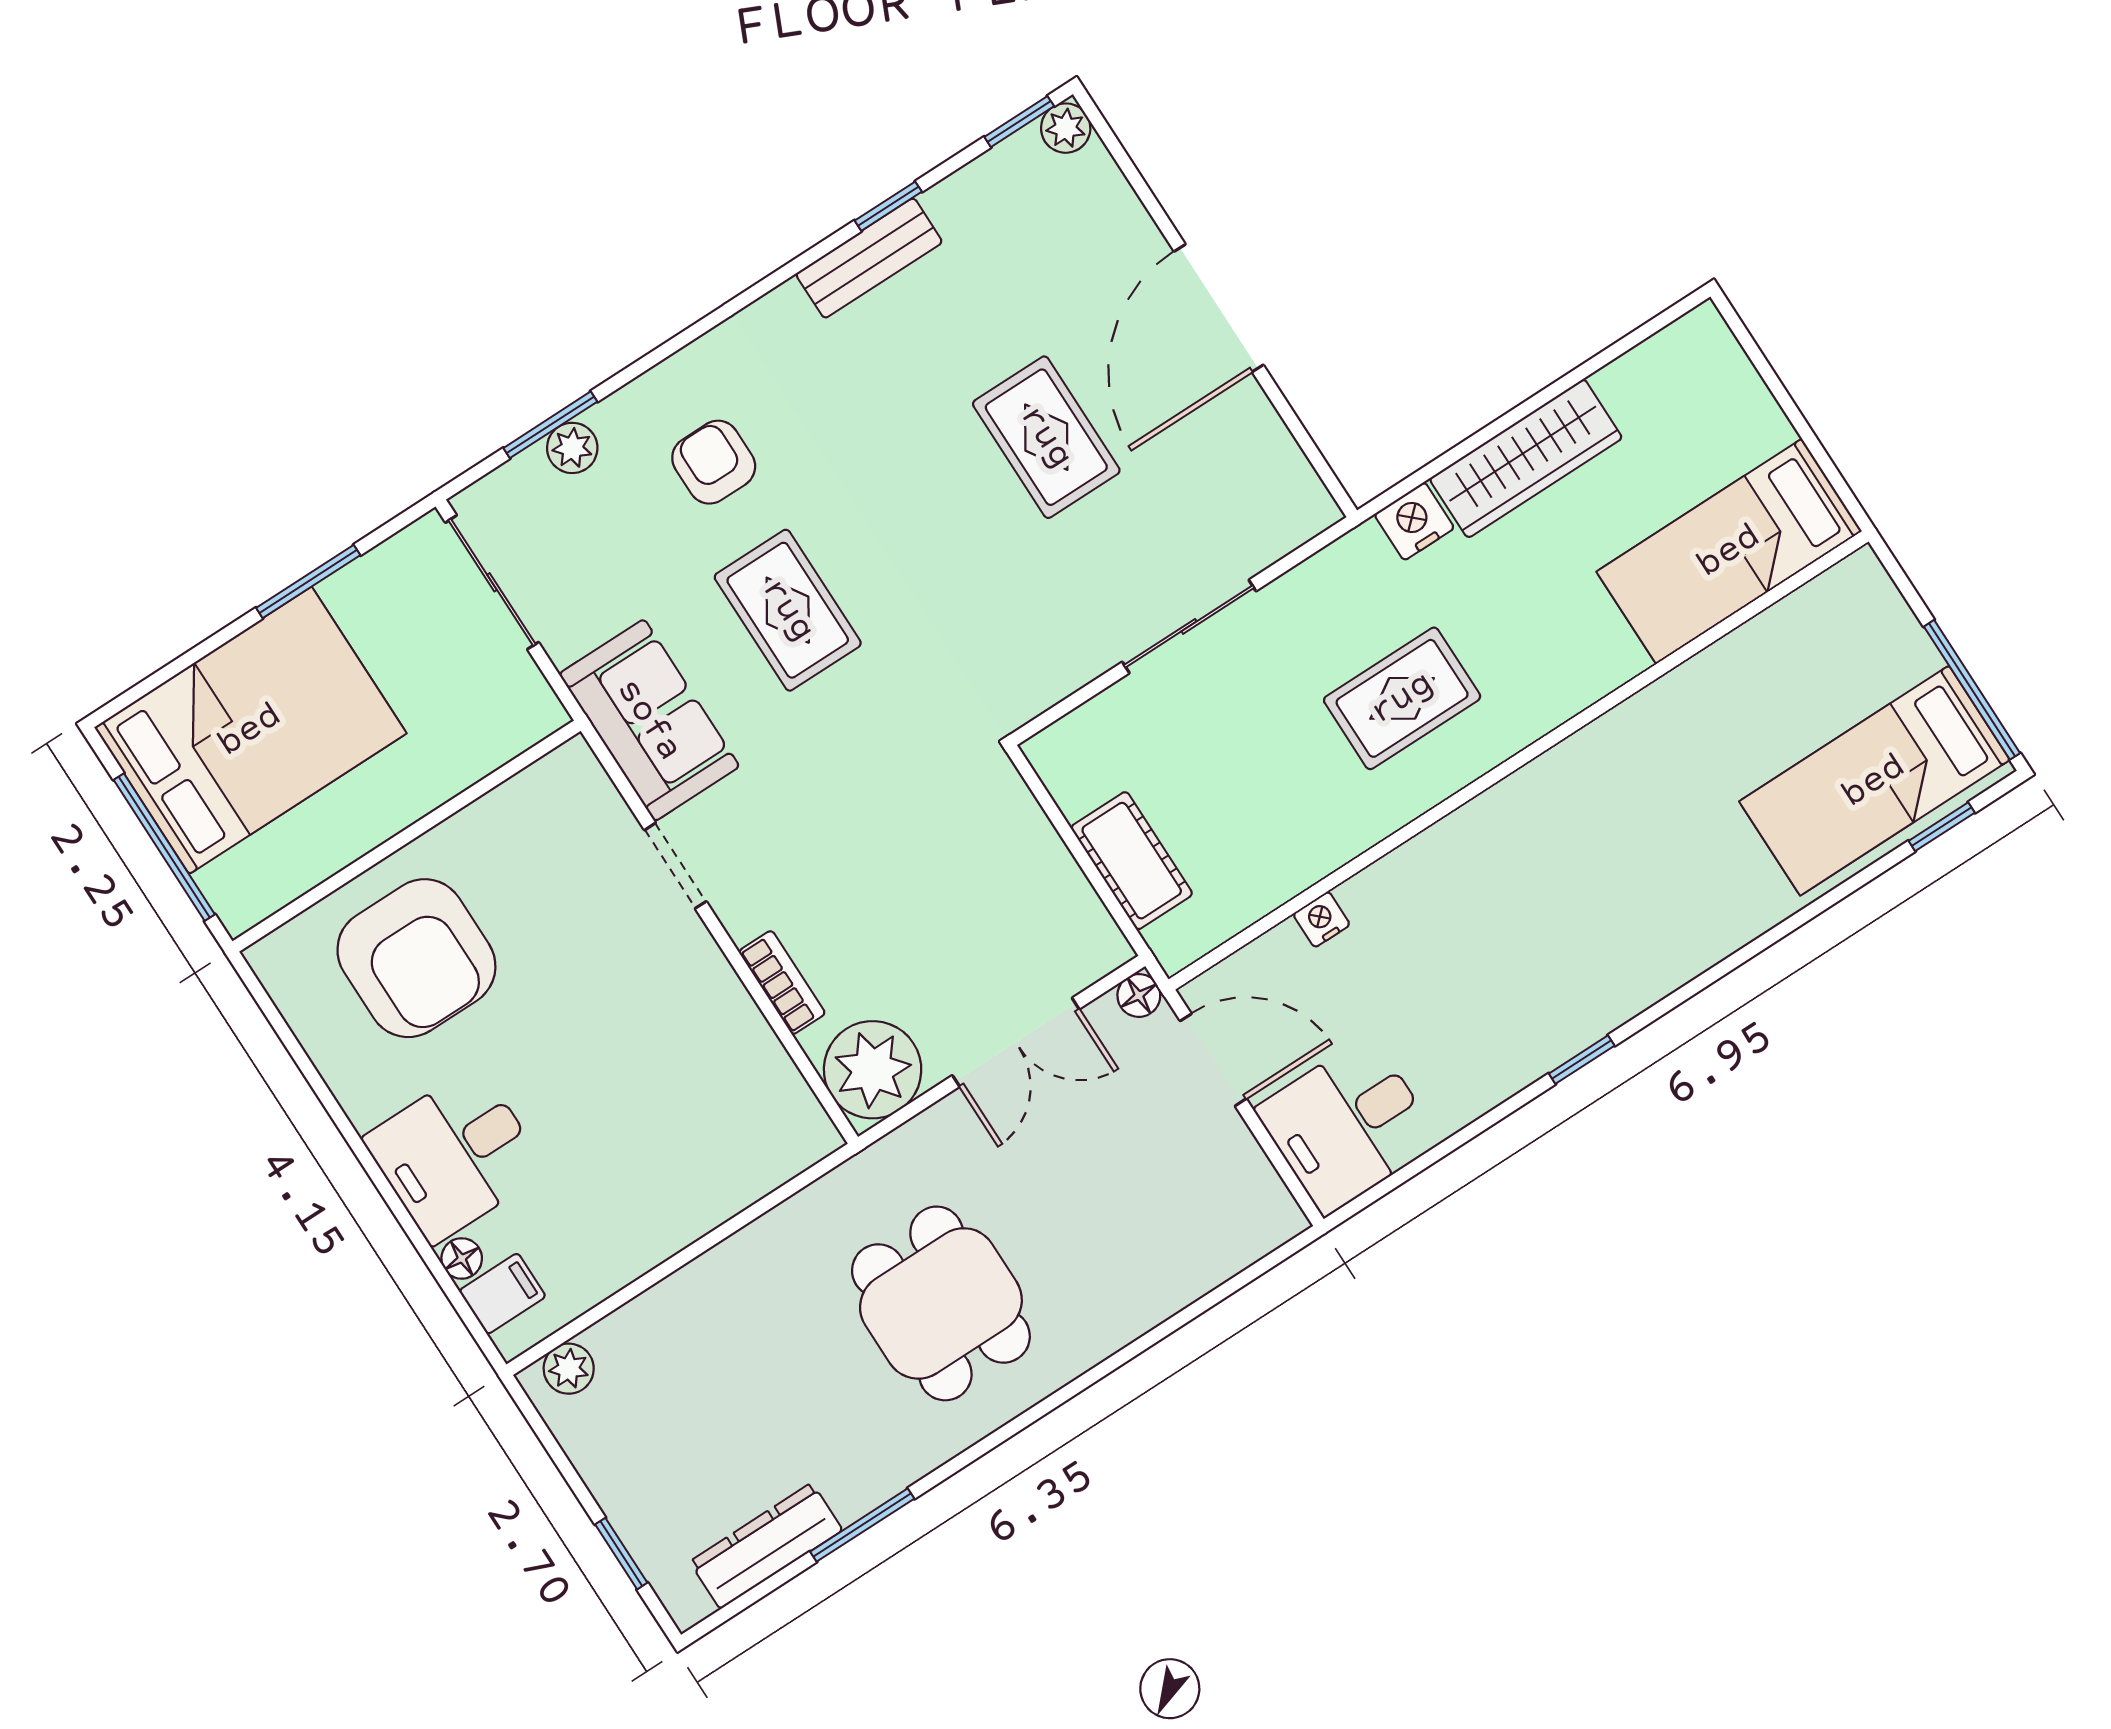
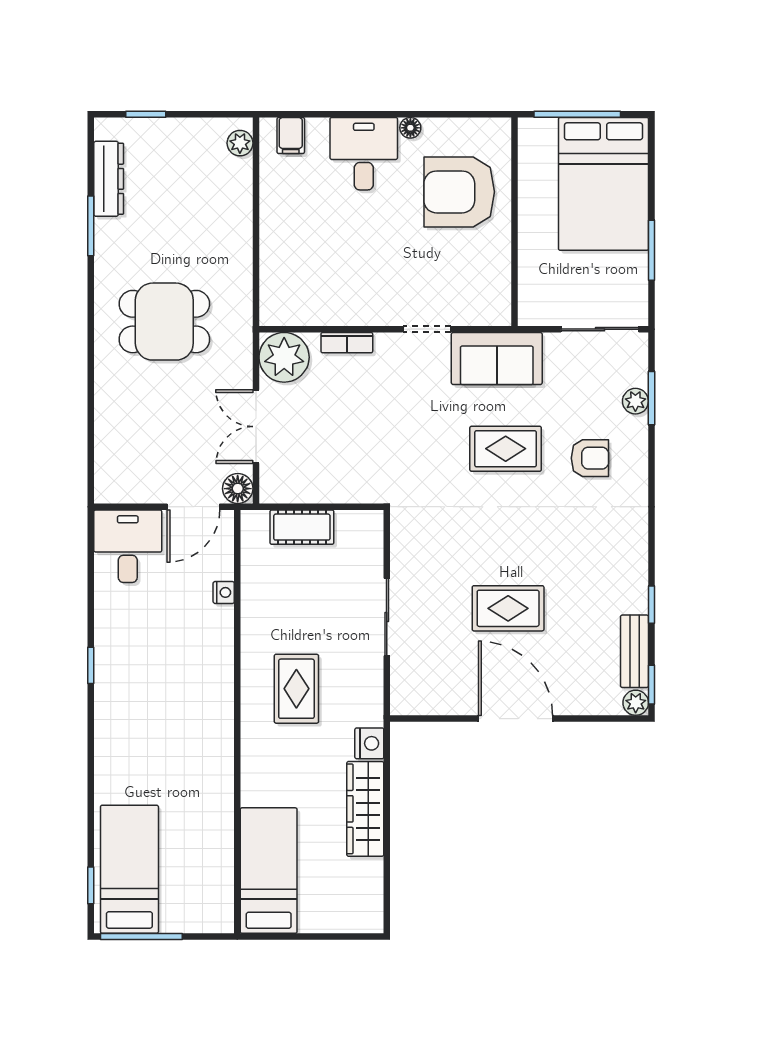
bench: (869, 258) -> (635, 651), moved
floor lamp: (1139, 995) -> (238, 489), width x1.37, depth x1.37
floor lamp: (462, 1258) -> (410, 128), moved

